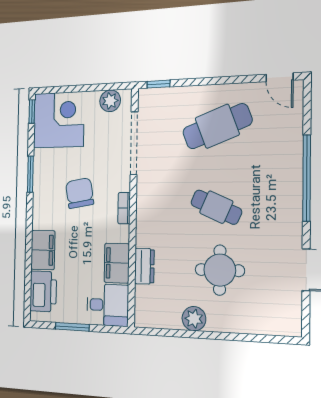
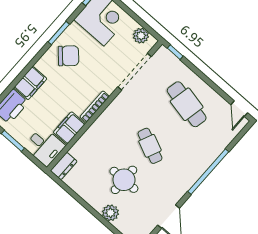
cafe table: (217, 126) -> (187, 104), turned 33
chair: (80, 193) -> (68, 56), moved, turned 57
bookcase: (124, 208) -> (95, 107), width x1.56
dresser: (144, 266) -> (64, 166), moved
plant: (194, 319) -> (111, 213), moved

